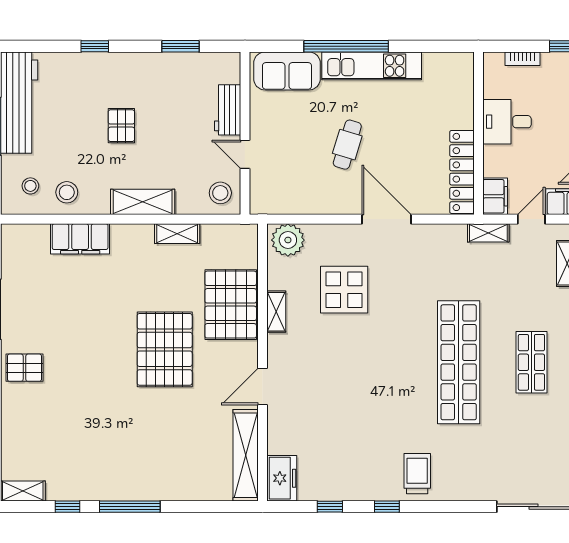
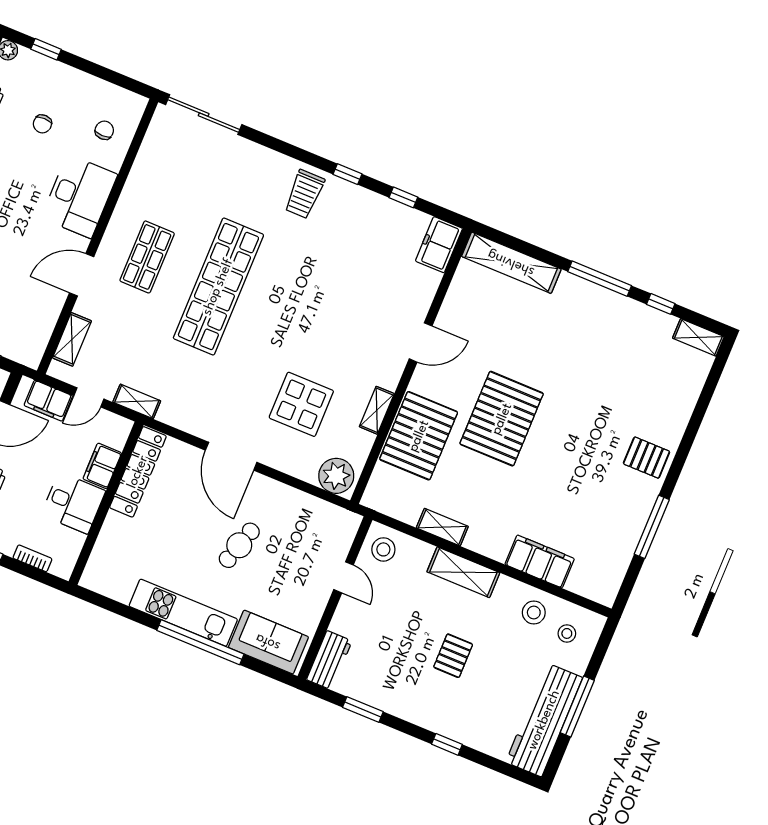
workbench: (228, 110) -> (329, 660), moved
filing cabinet: (495, 196) -> (102, 466), moved
shelving: (246, 455) -> (511, 263), moved, turned 90

